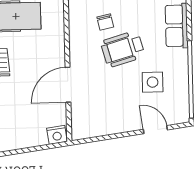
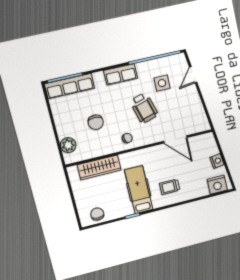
chair: (105, 22) -> (127, 138), moved
nightstand: (57, 135) -> (217, 161), moved

